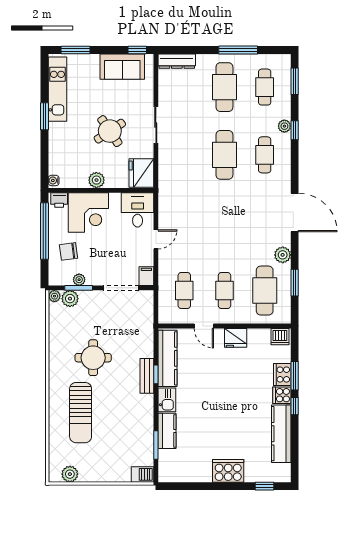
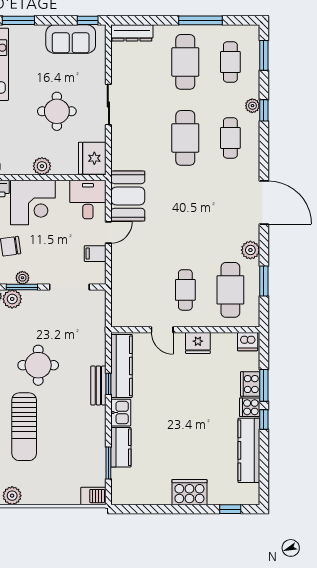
round table: (110, 131) -> (57, 111), turned 34
booth: (173, 207) -> (128, 196), added
filing cabinet: (146, 276) -> (95, 254), moved, turned -90
cafe table: (184, 291) -> (140, 290), removed

